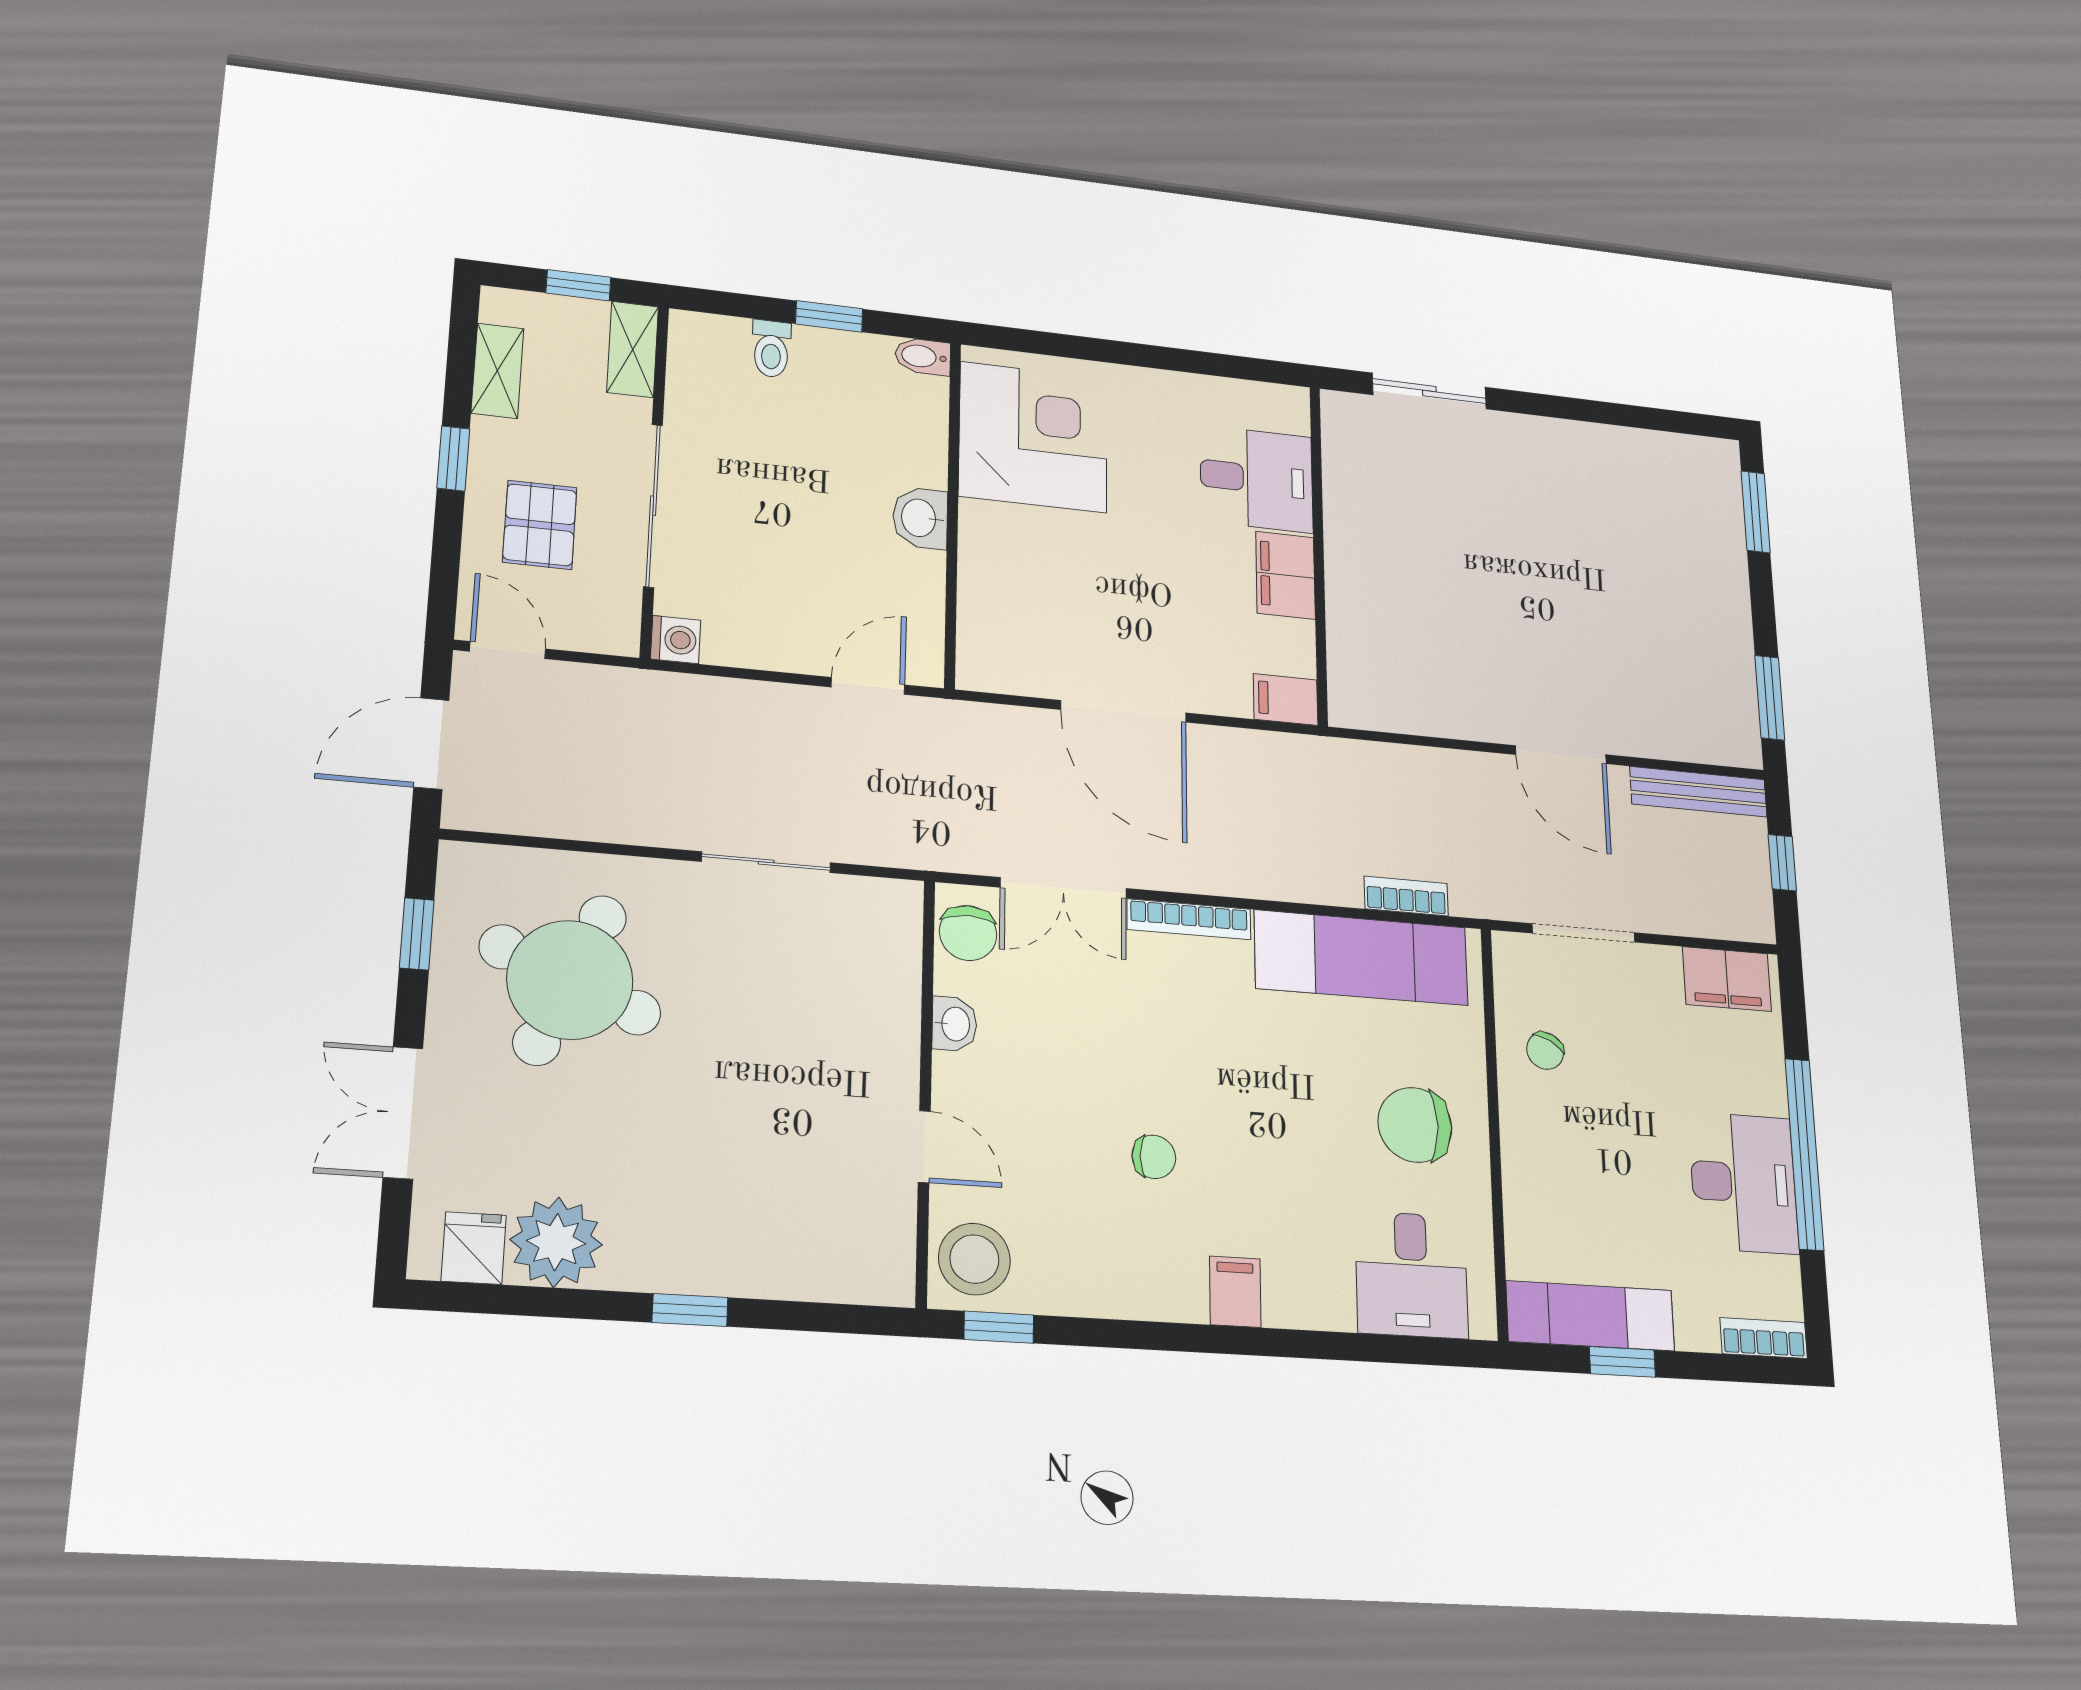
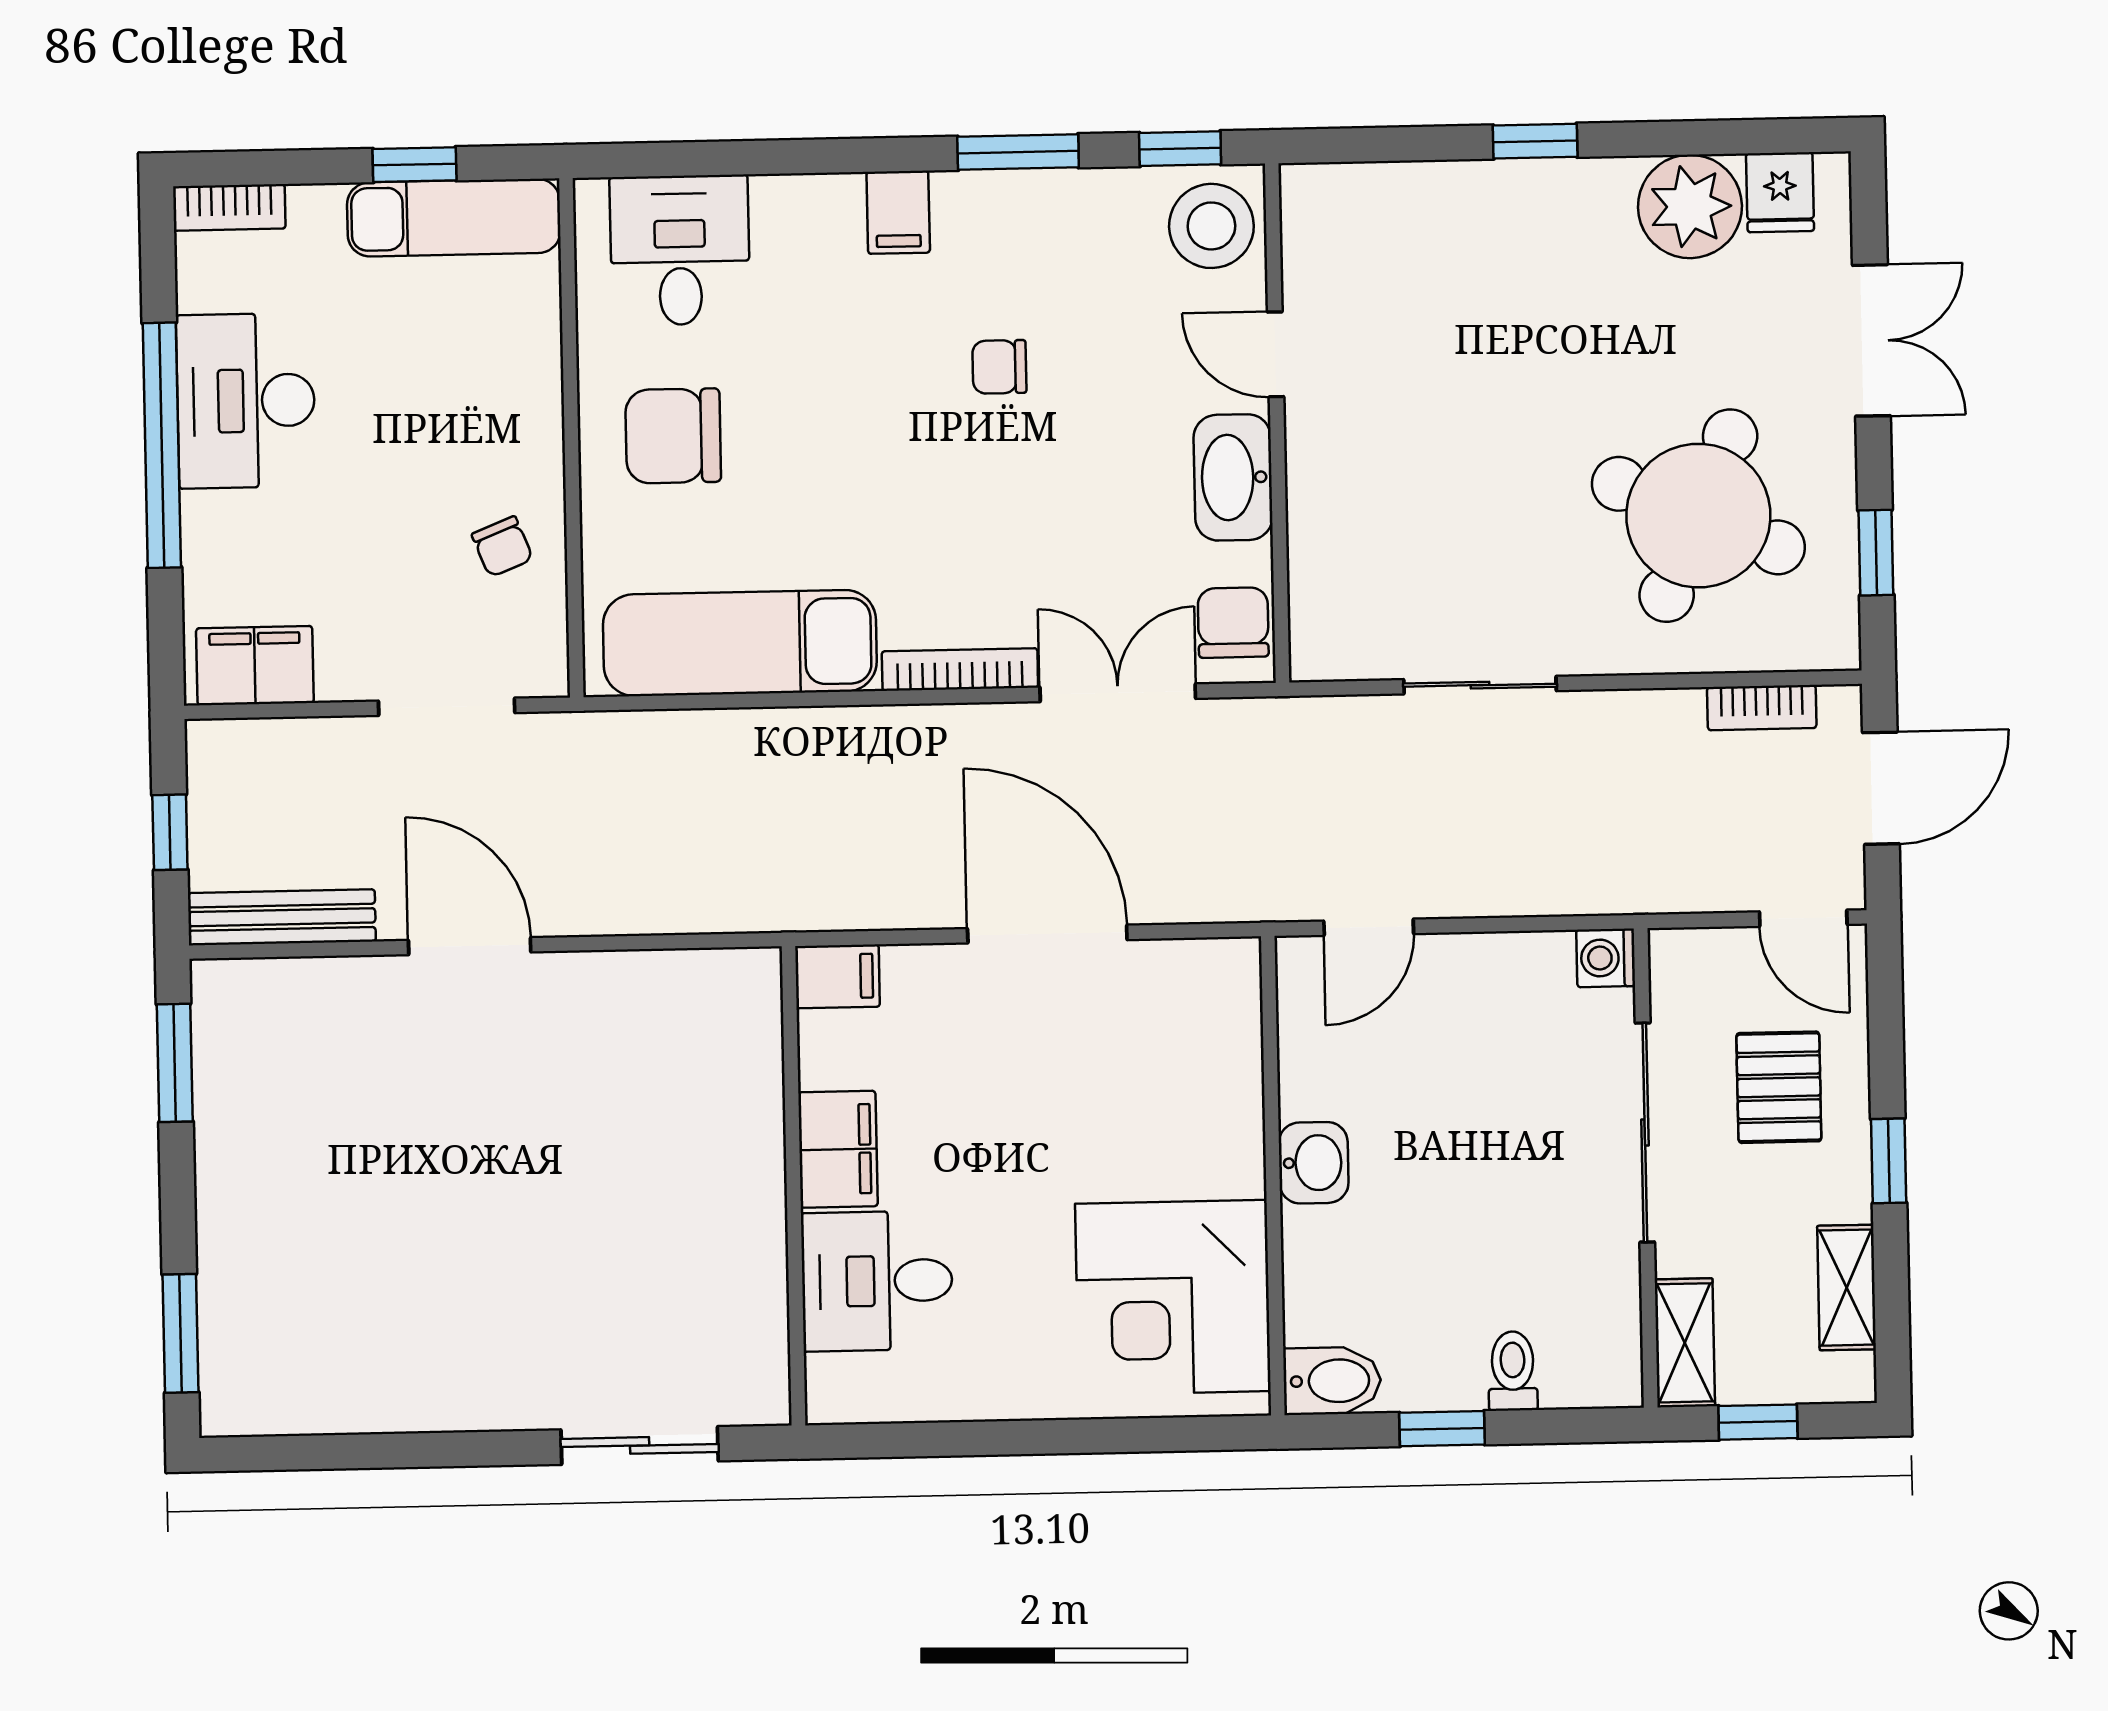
bidet: (923, 356) -> (1332, 1381), width x1.38, depth x1.36
bookcase: (1406, 896) -> (1762, 708), moved
washbasin: (954, 1024) -> (1233, 477), width x1.91, depth x1.45
chair: (1545, 1051) -> (502, 547), turned 130
chair: (1415, 1125) -> (673, 436), turned 180
window: (1135, 1335) -> (1018, 152), added

